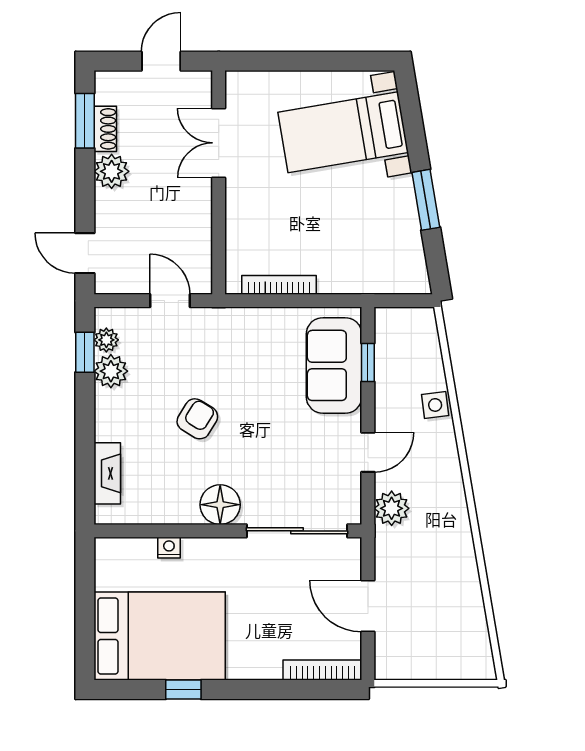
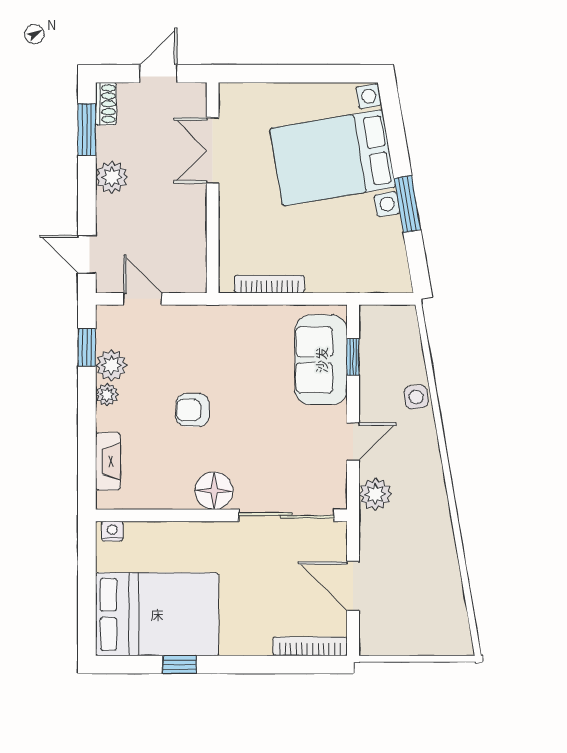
shoe rack: (105, 129) -> (106, 104), moved
bed with nightstands: (343, 132) -> (333, 158), width x1.36
door: (170, 301) -> (143, 299), moved
plant: (106, 340) -> (107, 395), moved
armchair: (197, 419) -> (193, 410), turned -122
nightstand: (169, 548) -> (112, 531), moved

